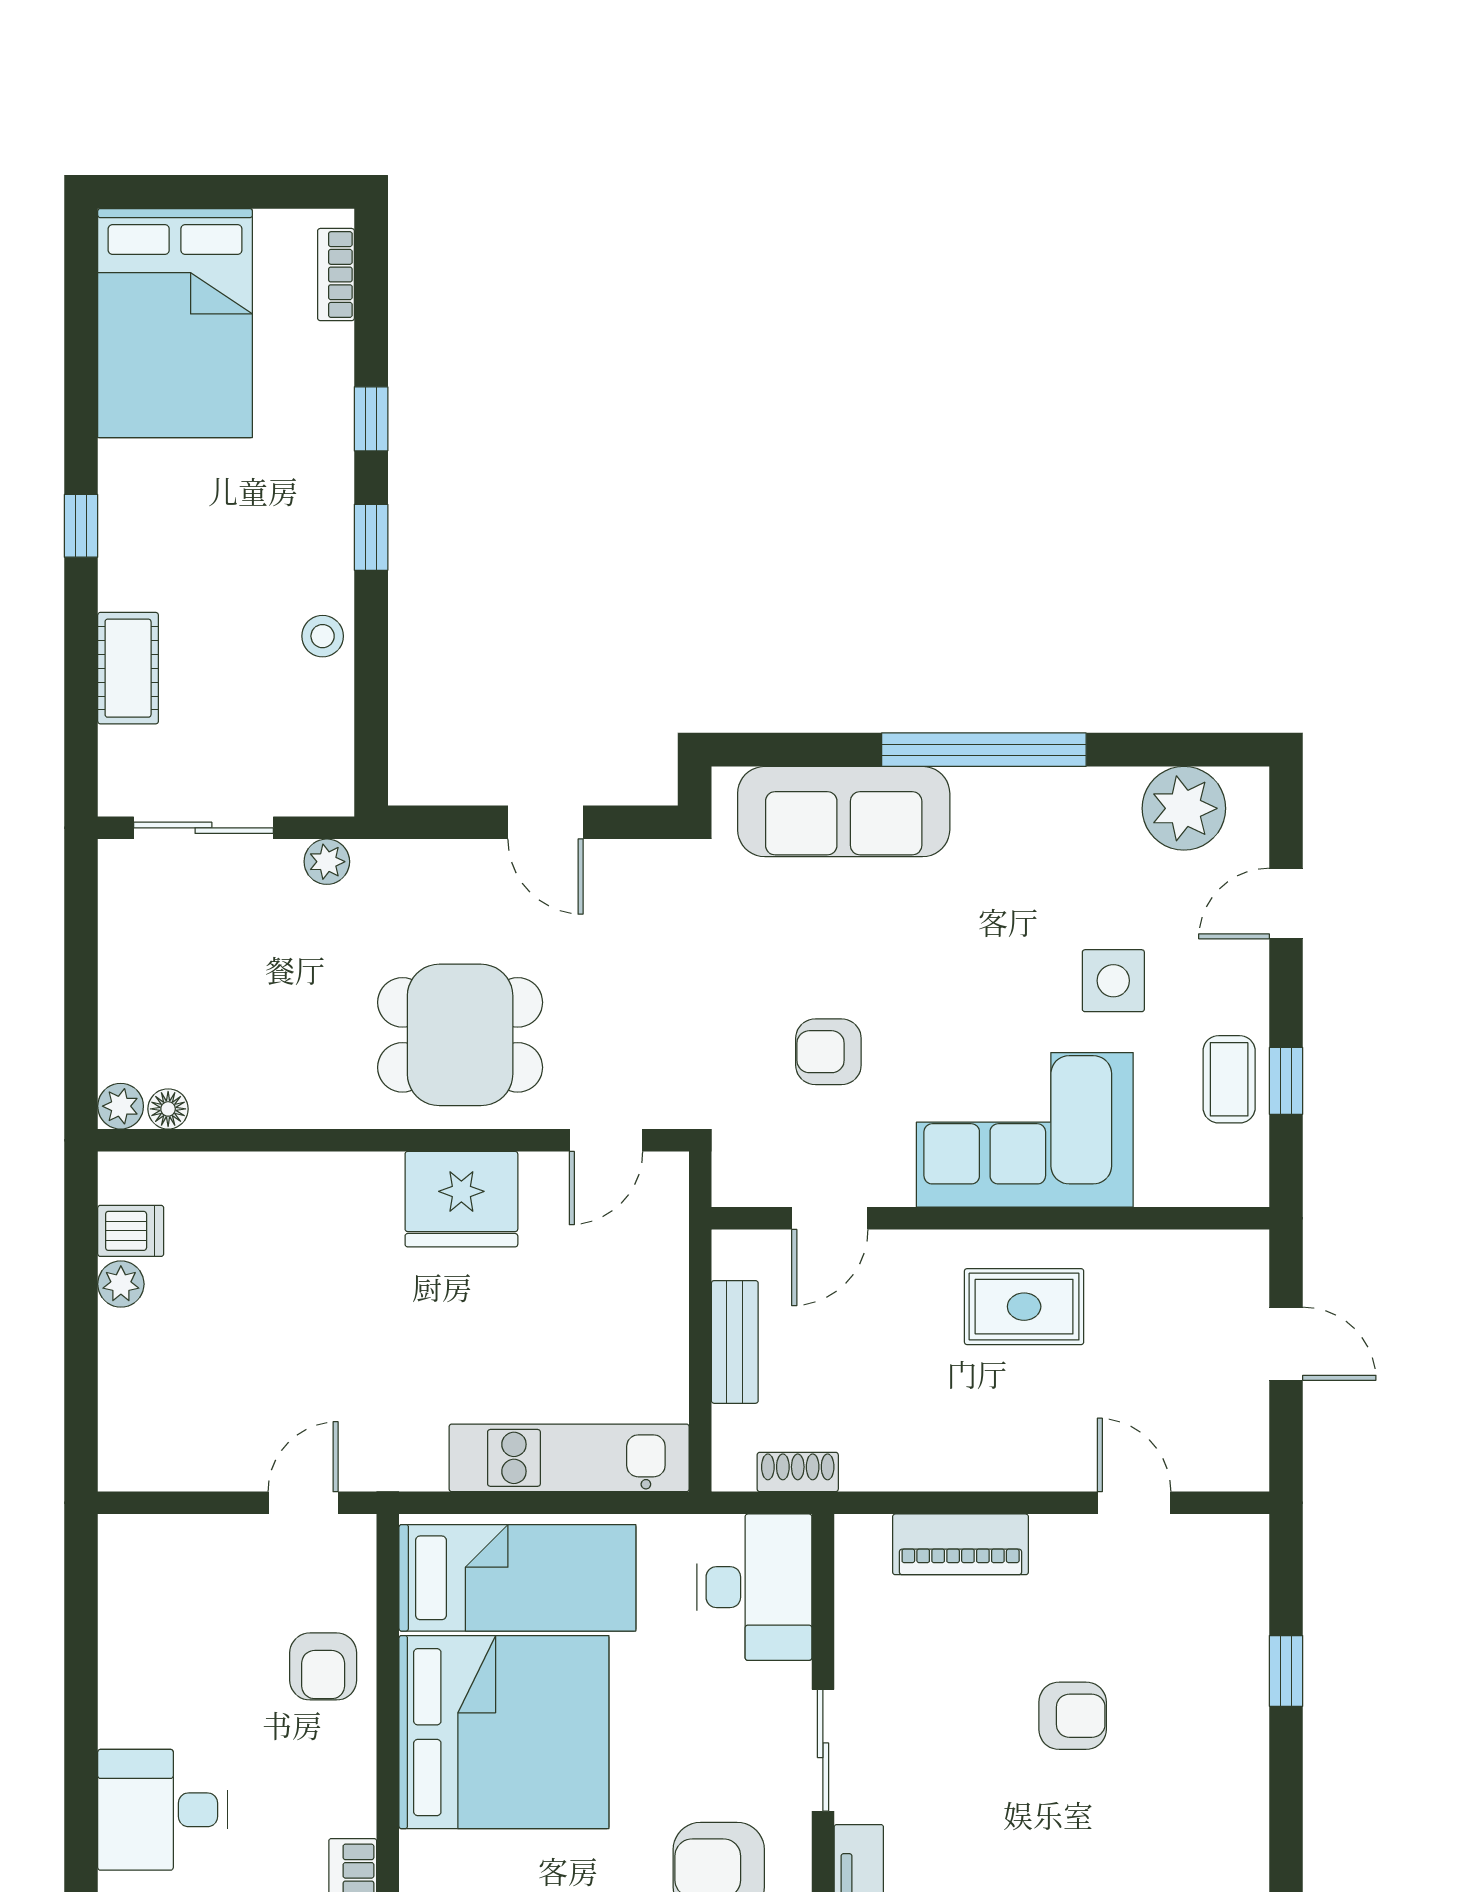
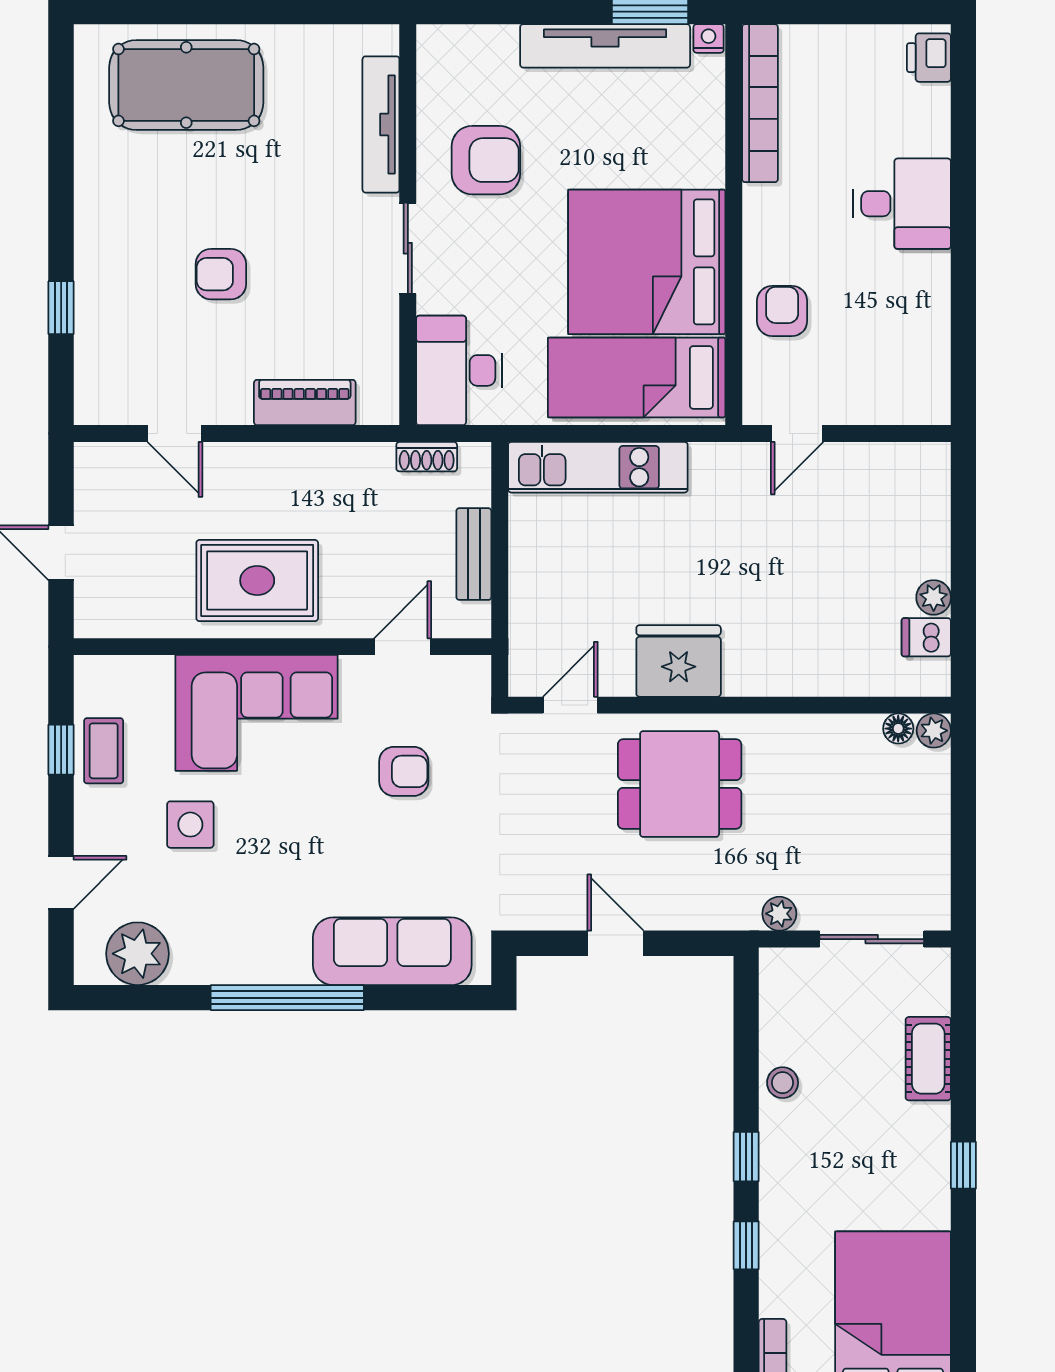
rug: (1024, 1307) -> (257, 581), width x1.36, depth x1.43

